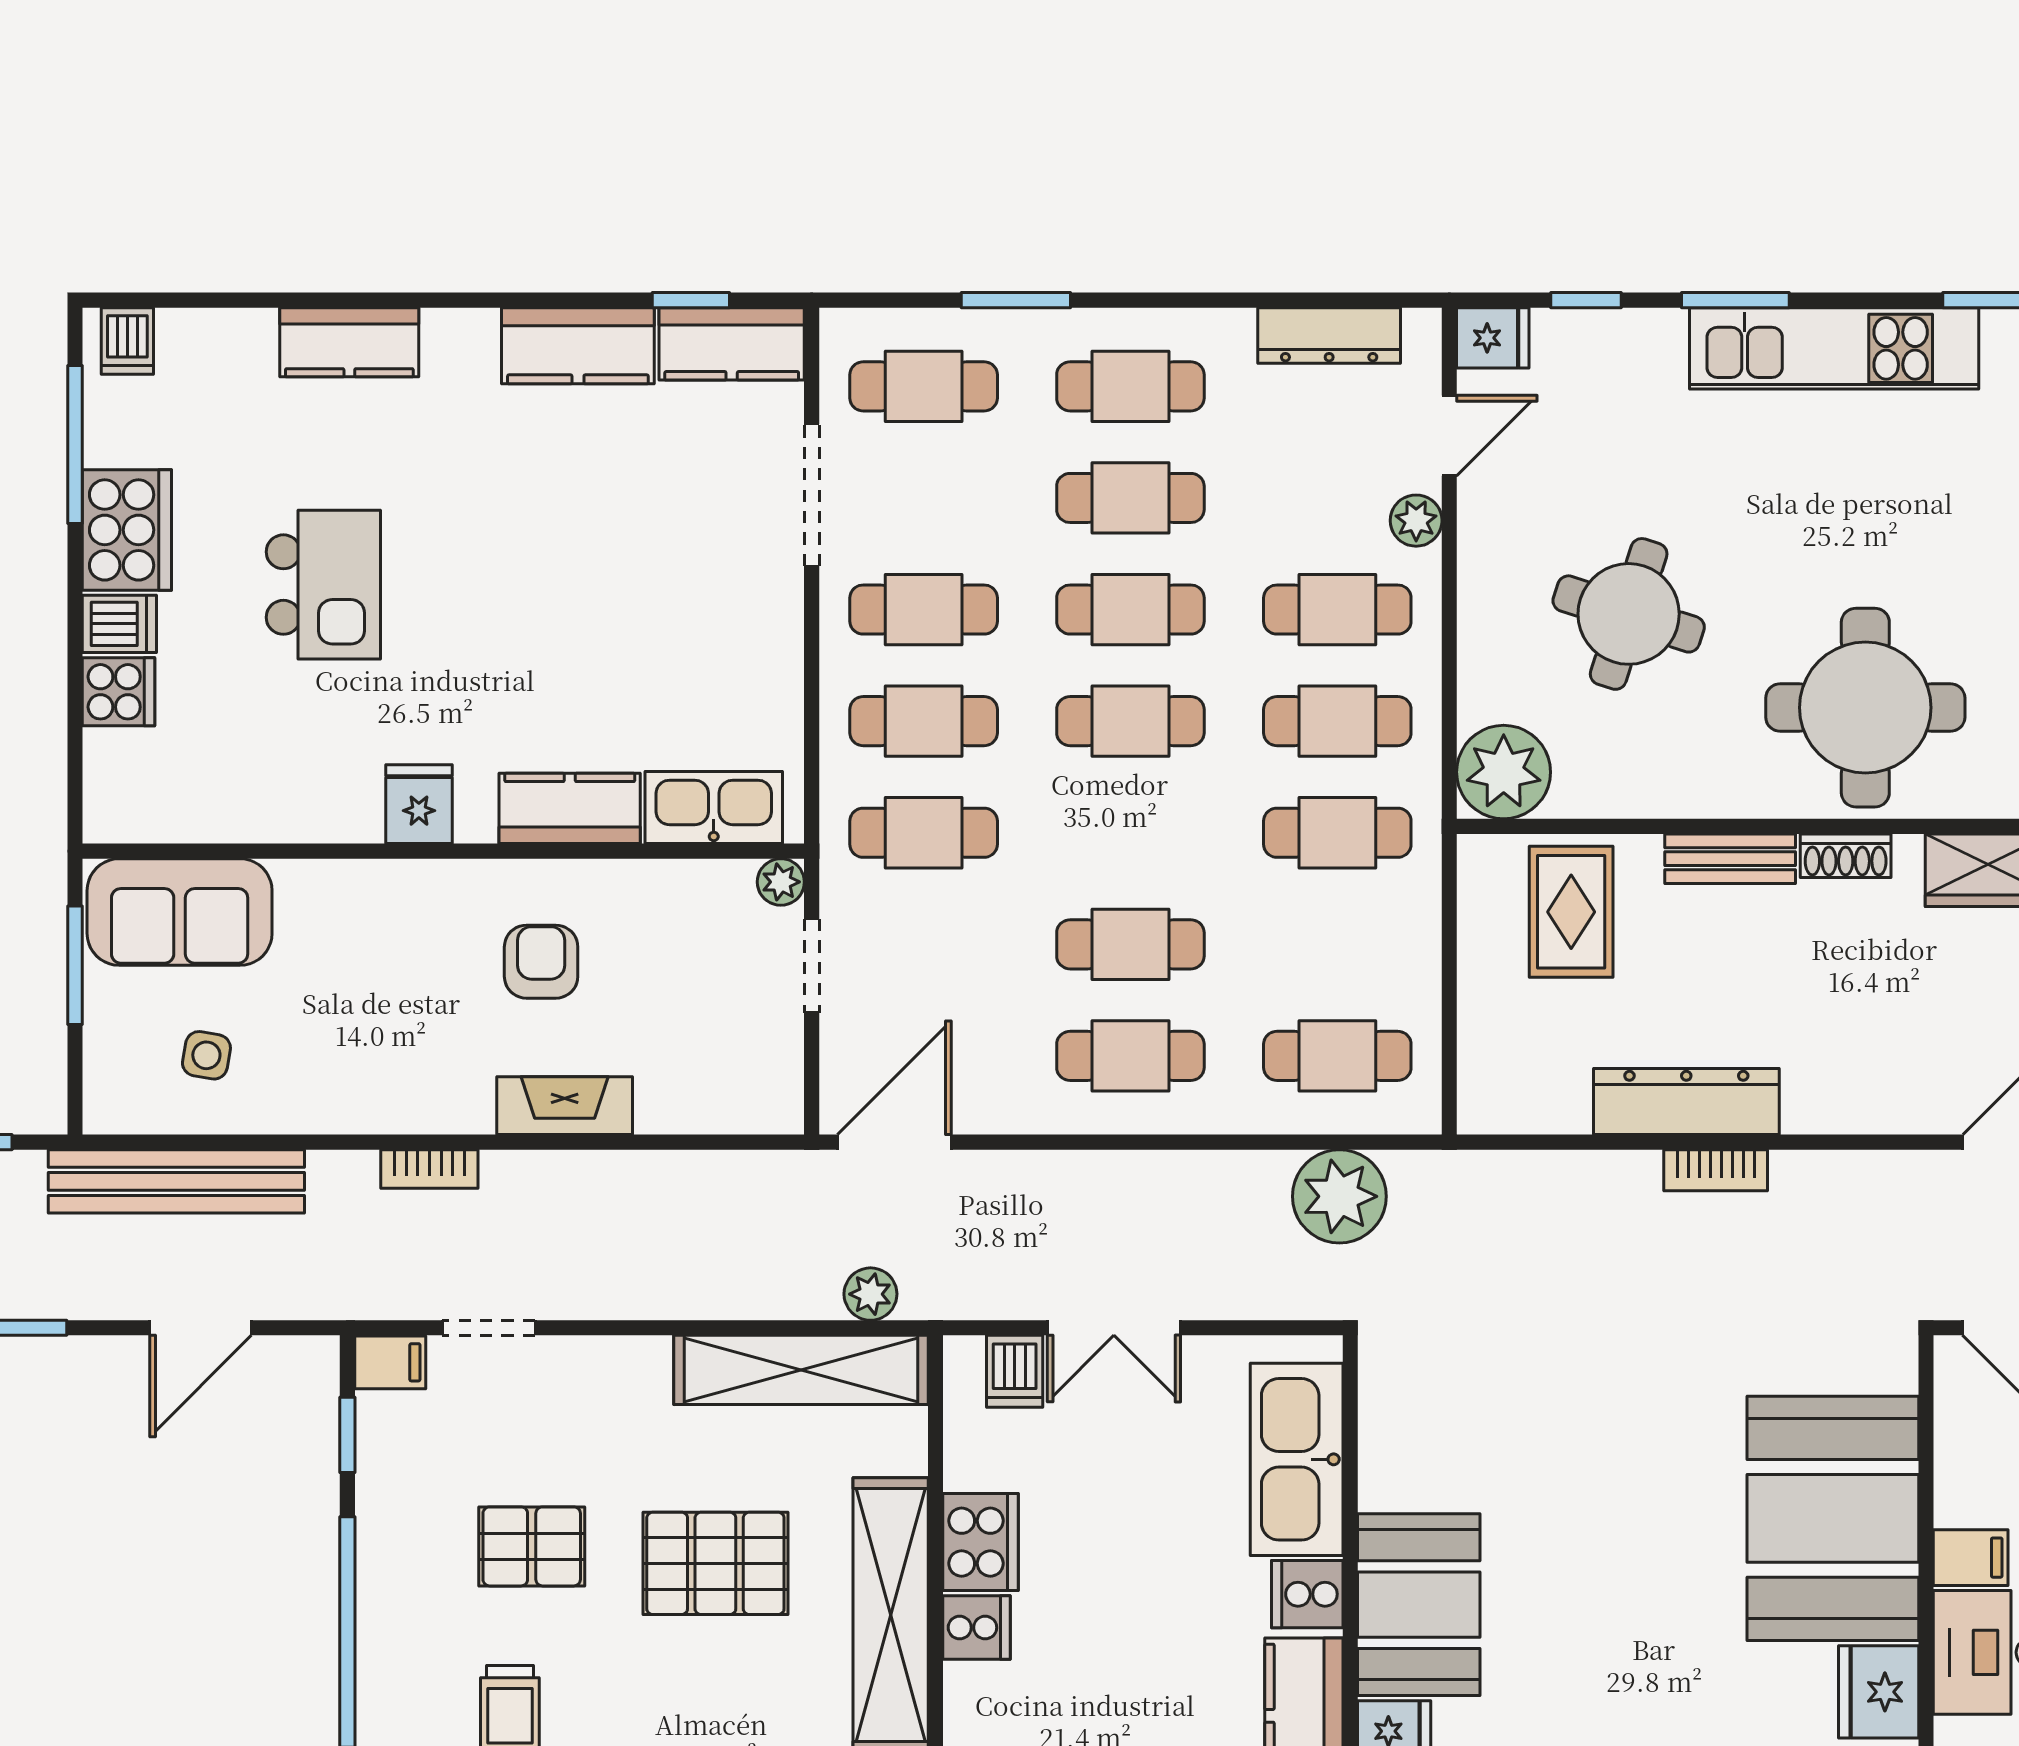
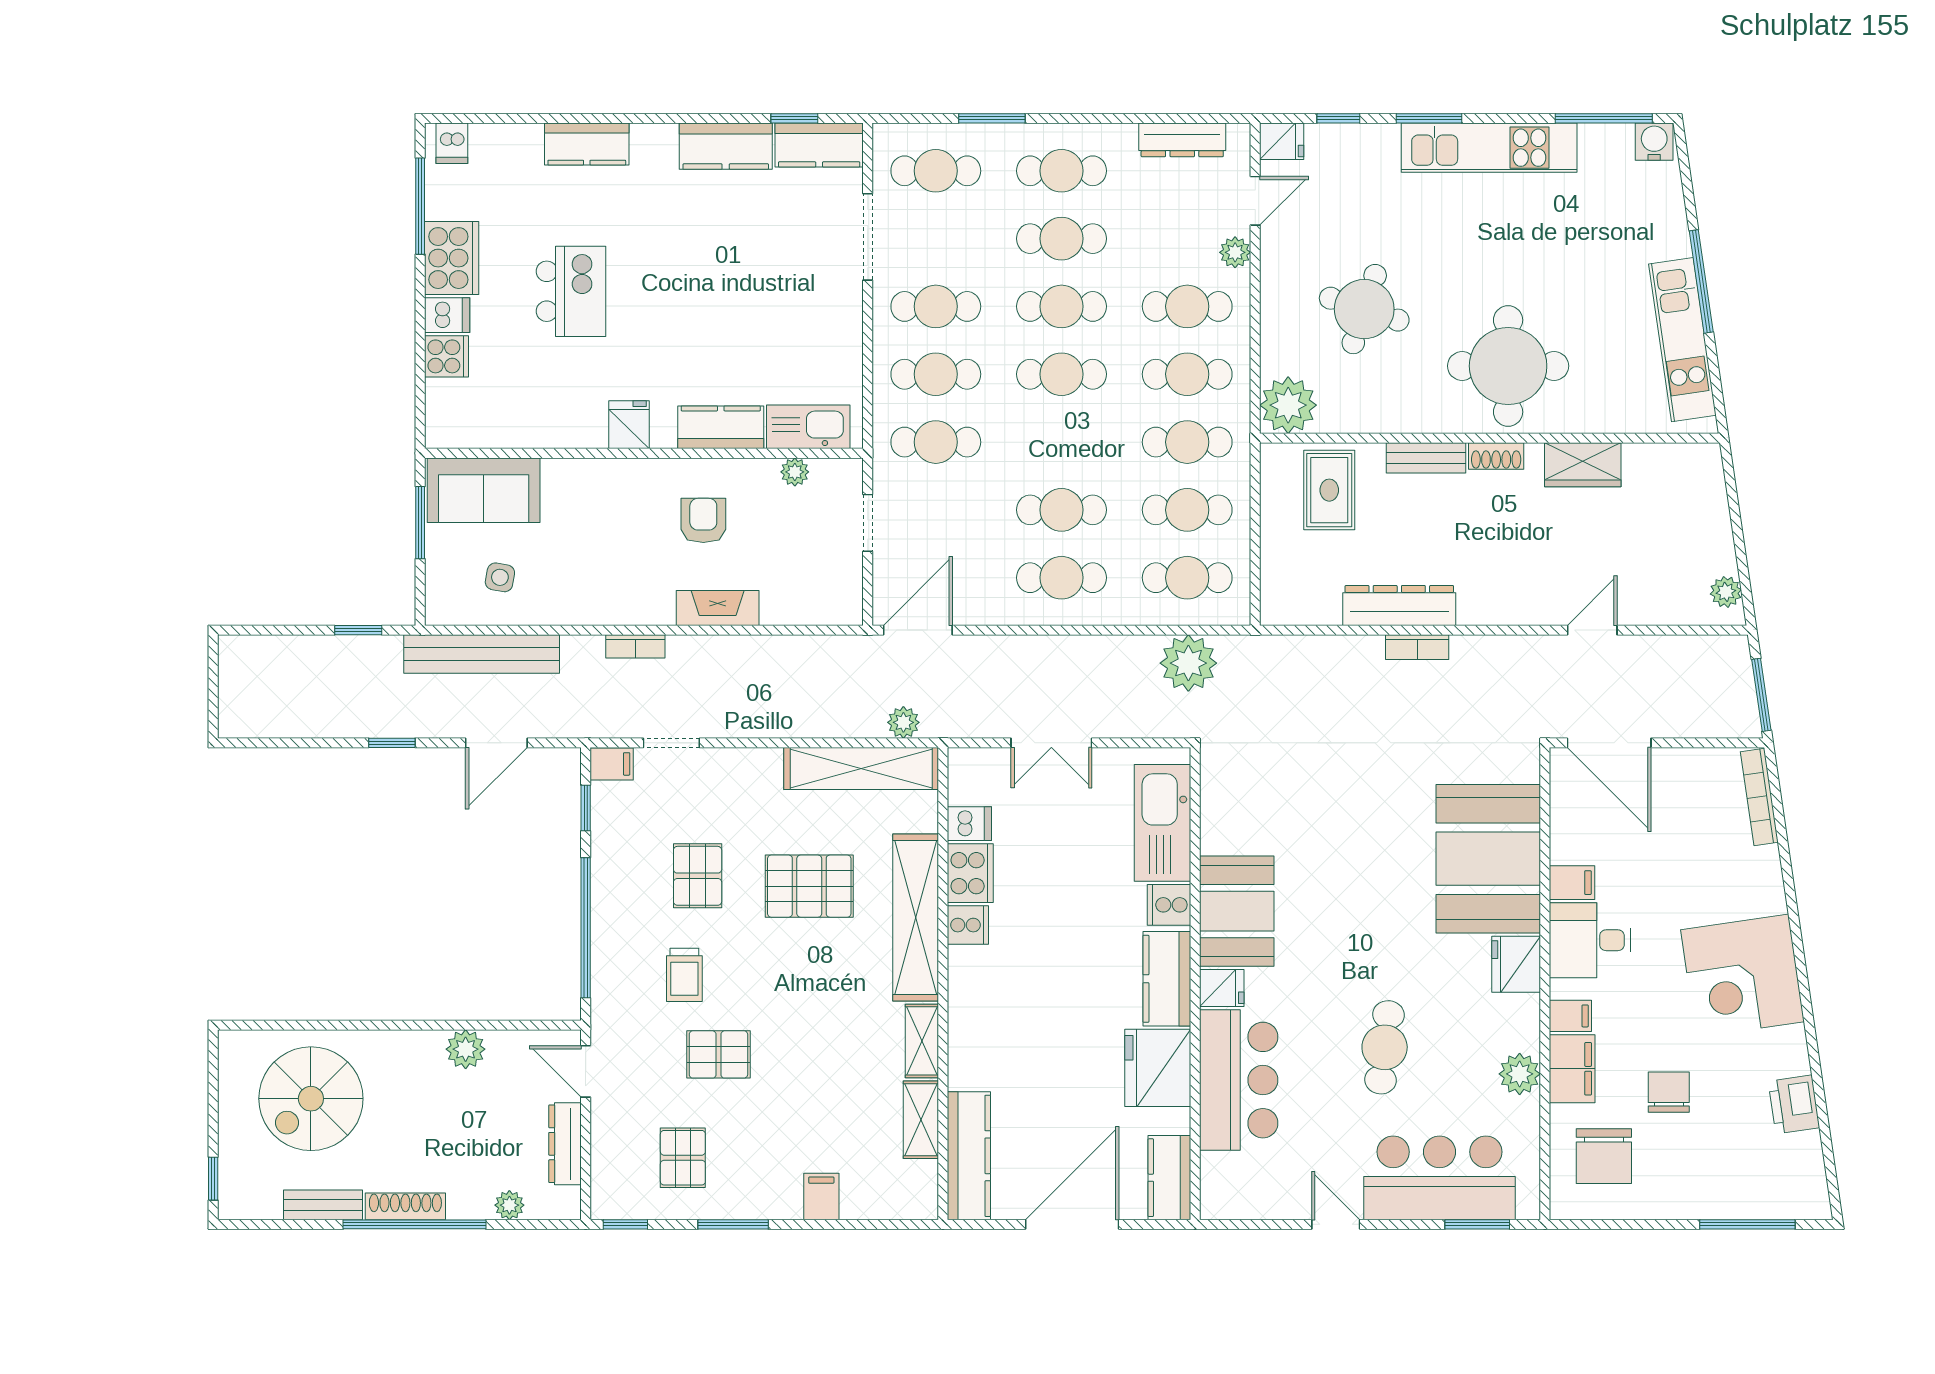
plant: (781, 882) -> (795, 472), moved
cafe table: (1337, 944) -> (1187, 510), added
dishwasher: (1015, 1371) -> (969, 824), moved, turned -90
pallet: (532, 1546) -> (698, 876), turned 90

